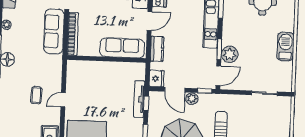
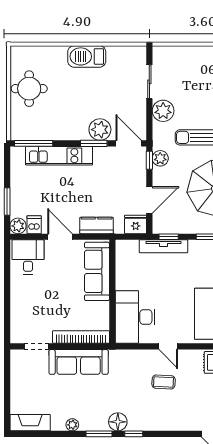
desk: (86, 76) -> (135, 317), added
plant: (192, 99) -> (160, 158), moved
plant: (242, 103) -> (163, 111), added

